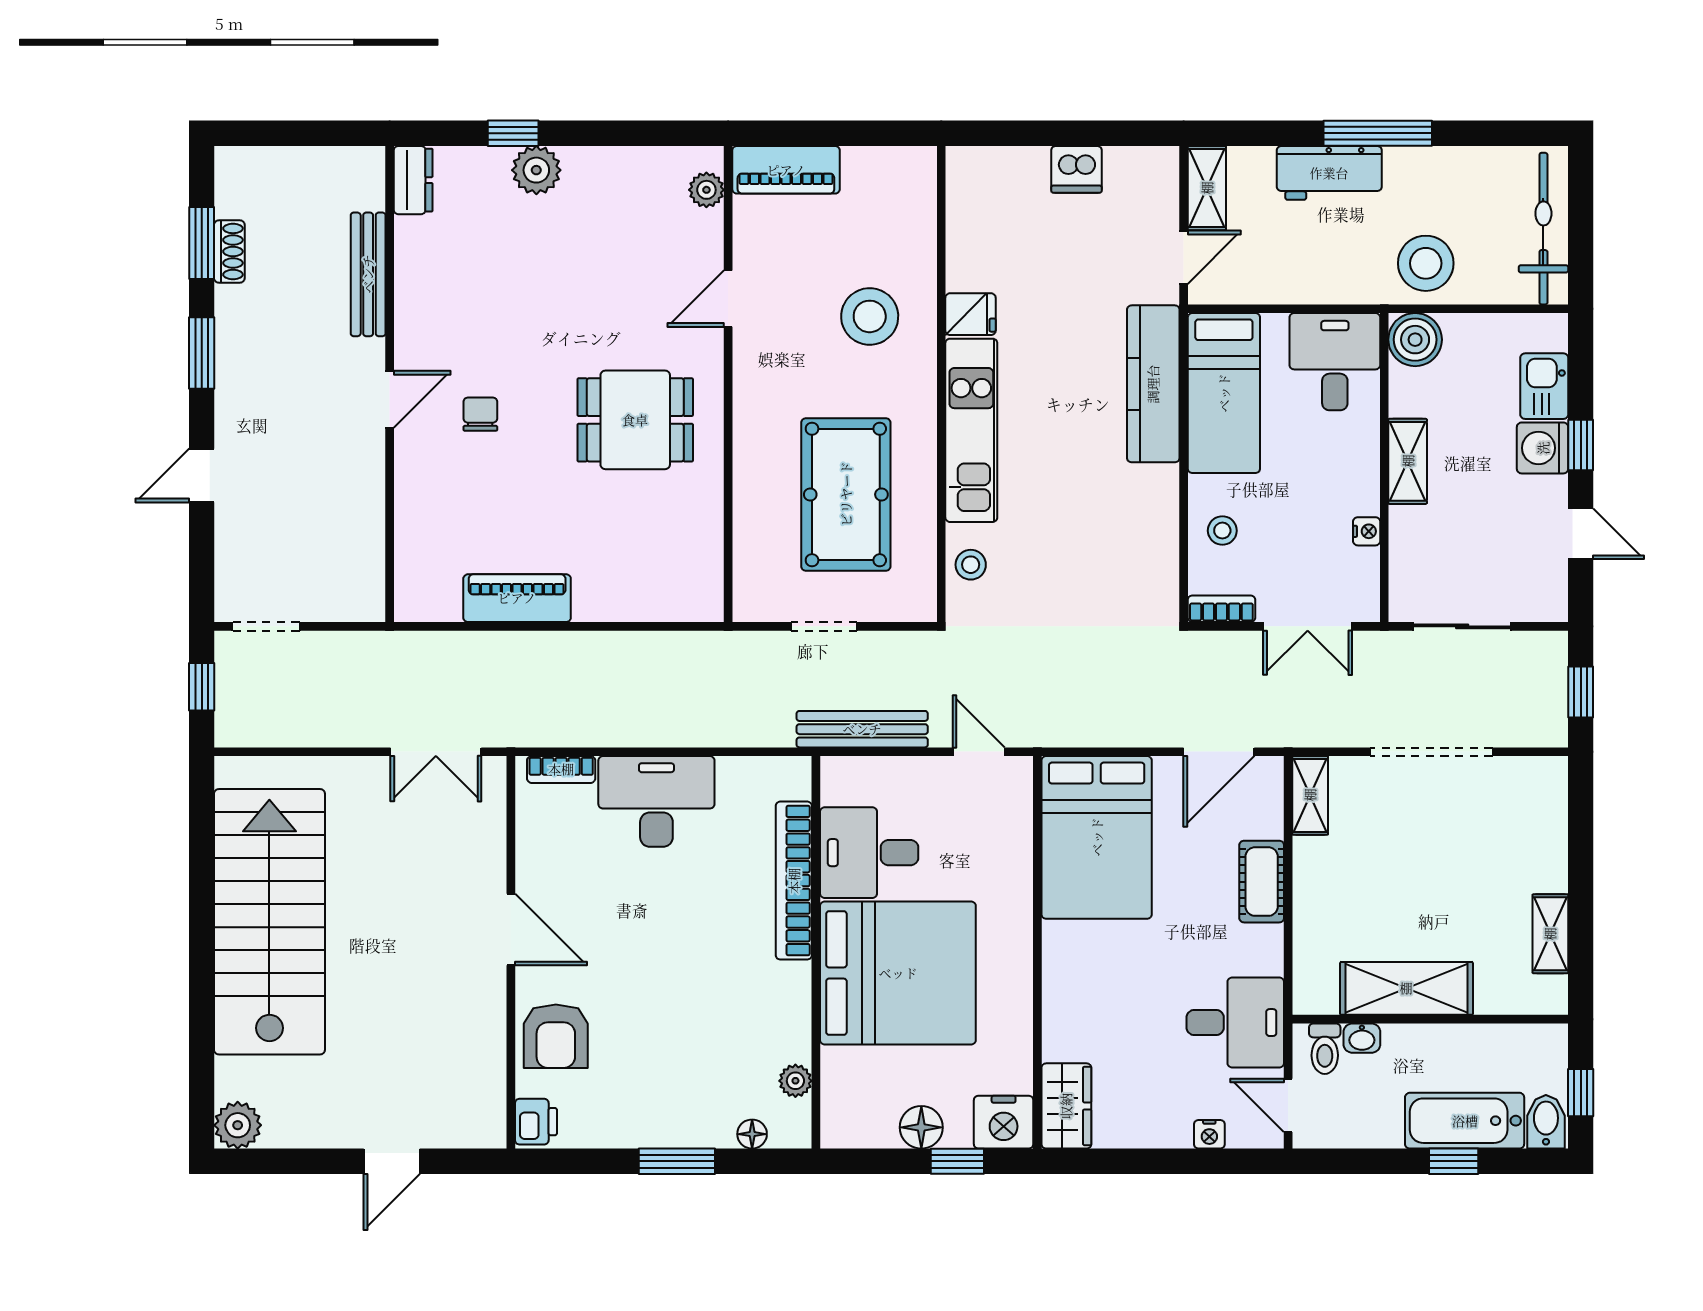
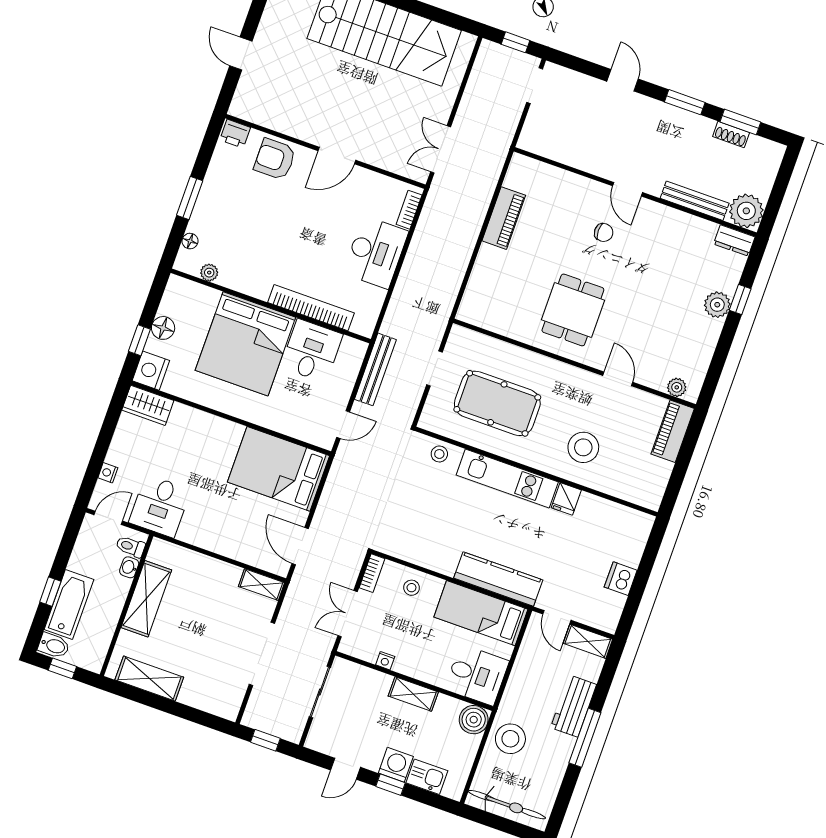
plant: (354, 177) -> (746, 211), added
cot: (1262, 882) -> (227, 545), removed
shelving: (1550, 934) -> (149, 679), width x1.50, depth x1.33

